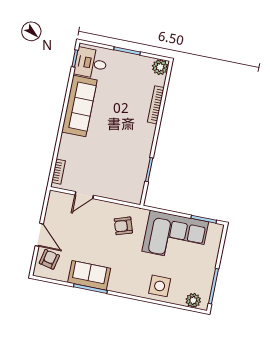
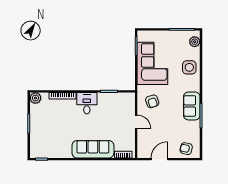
desk: (91, 63) -> (87, 103), moved, turned 180
sofa: (79, 106) -> (93, 149), moved
door: (84, 195) -> (136, 122), moved
door: (39, 235) -> (159, 159), moved
sofa: (89, 275) -> (192, 106), moved

